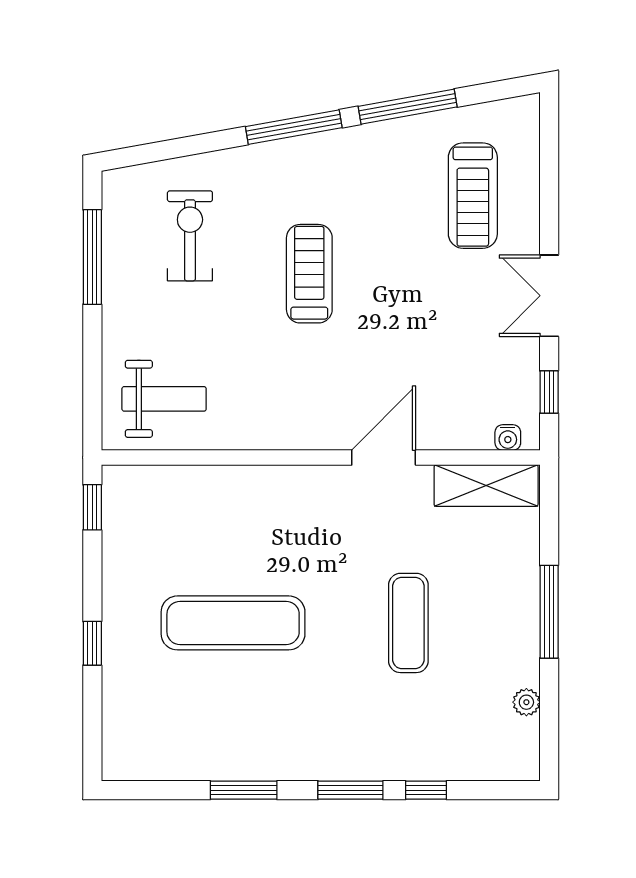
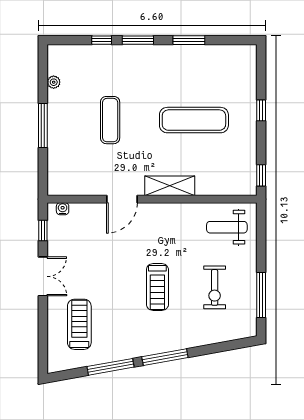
exercise bike: (190, 236) -> (215, 287), moved
shelving: (486, 486) -> (170, 186), moved

